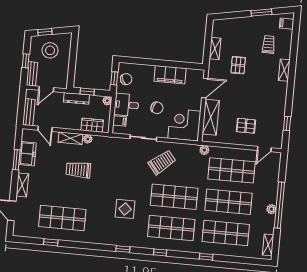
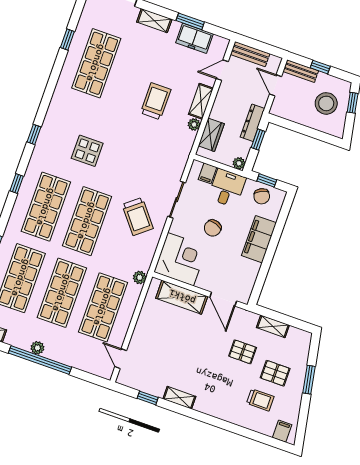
window: (262, 12) -> (309, 380), moved
shelving: (284, 70) -> (179, 398), moved
filing cabinet: (170, 75) -> (259, 239), moved
pallet: (246, 126) -> (275, 373), moved, turned 90

